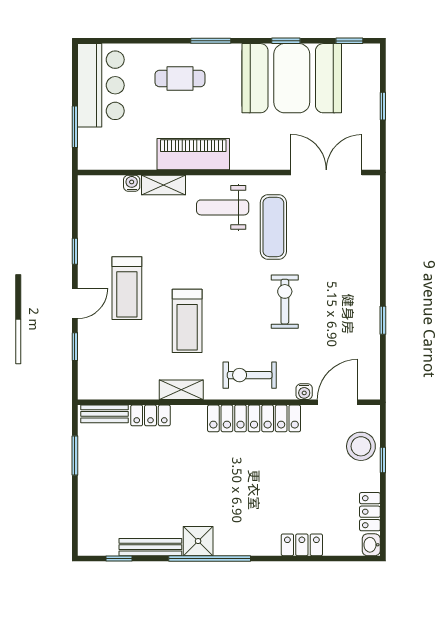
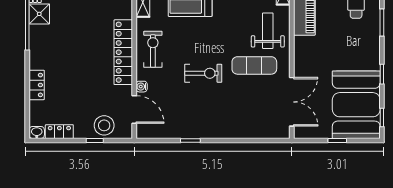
booth: (292, 78) -> (356, 105), moved

